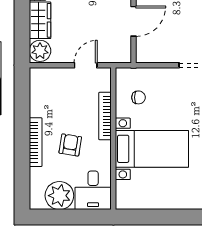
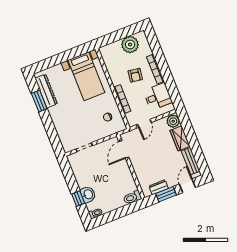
door: (133, 21) -> (124, 149), moved
bed with nightstands: (152, 149) -> (86, 76), moved, turned -90
desk: (93, 190) -> (158, 97), moved, turned 90

